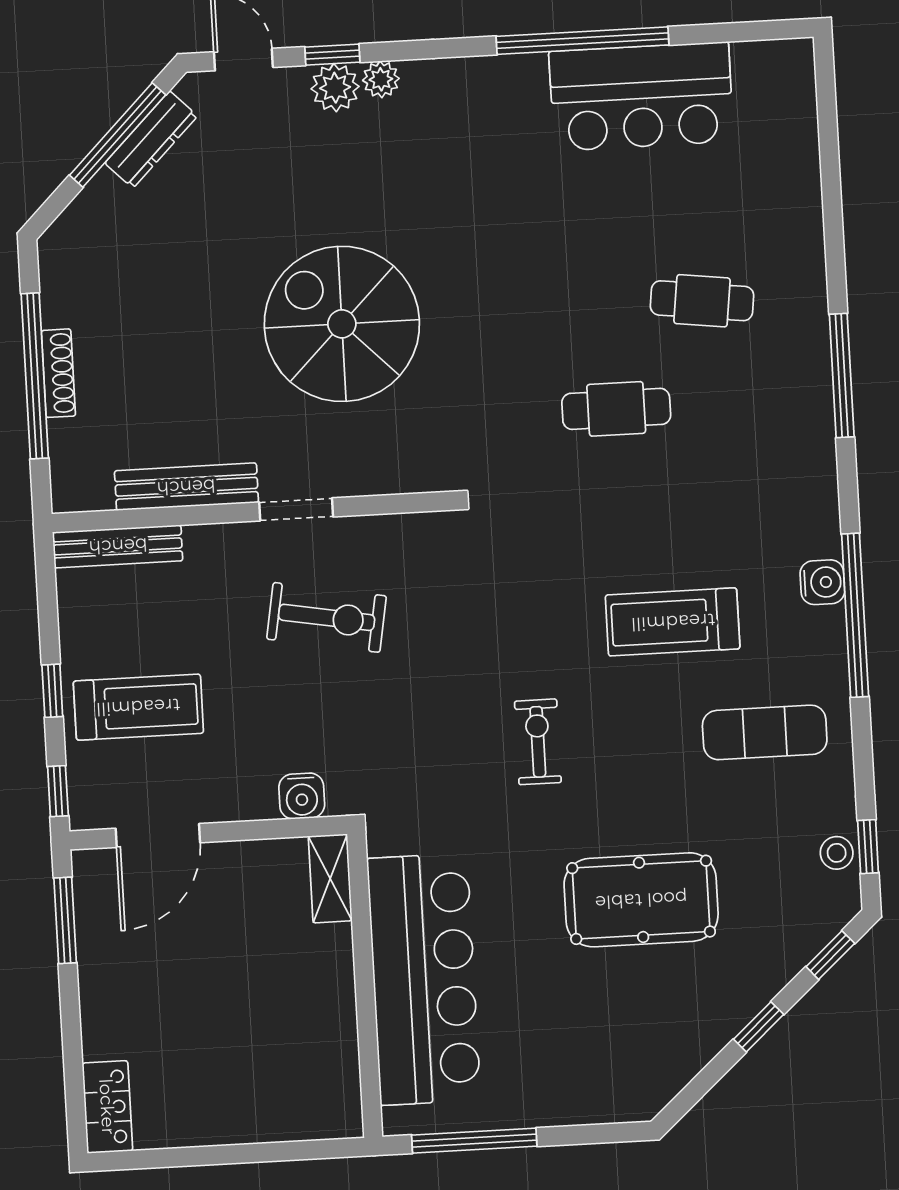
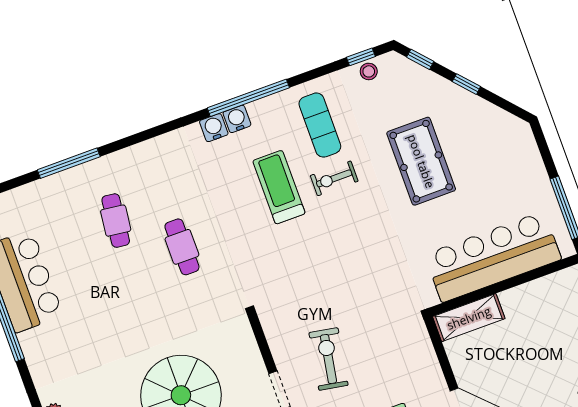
window: (842, 375) -> (69, 163), moved
treadmill: (673, 622) -> (279, 187), turned 180
exercise bike: (538, 742) -> (334, 178), moved
water cooler: (302, 796) -> (214, 128), moved, turned -90
shelving: (330, 878) -> (469, 318), width x1.50, depth x1.33

